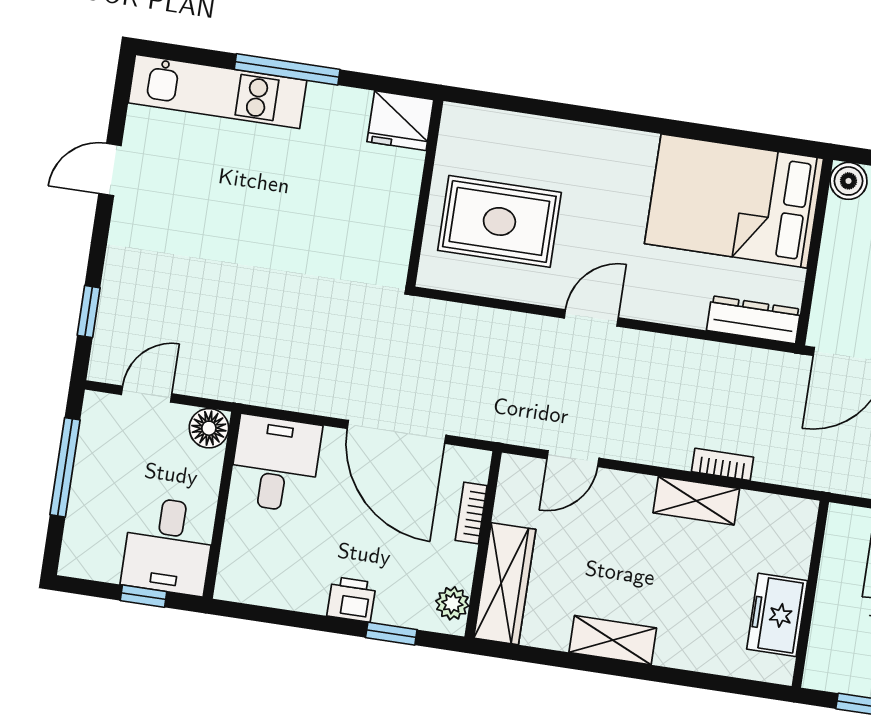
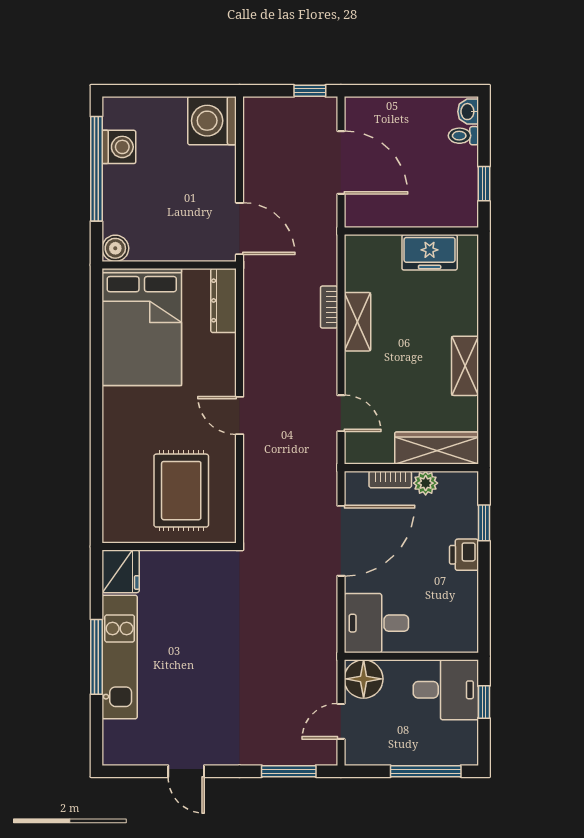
kitchen unit: (218, 92) -> (120, 657), moved
window: (89, 312) -> (289, 771), width x1.50
door: (147, 394) -> (341, 721), hinge flipped
floor lamp: (209, 428) -> (364, 679), width x1.38, depth x1.38
window: (65, 467) -> (426, 771), moved
plant: (452, 603) -> (426, 483), moved

